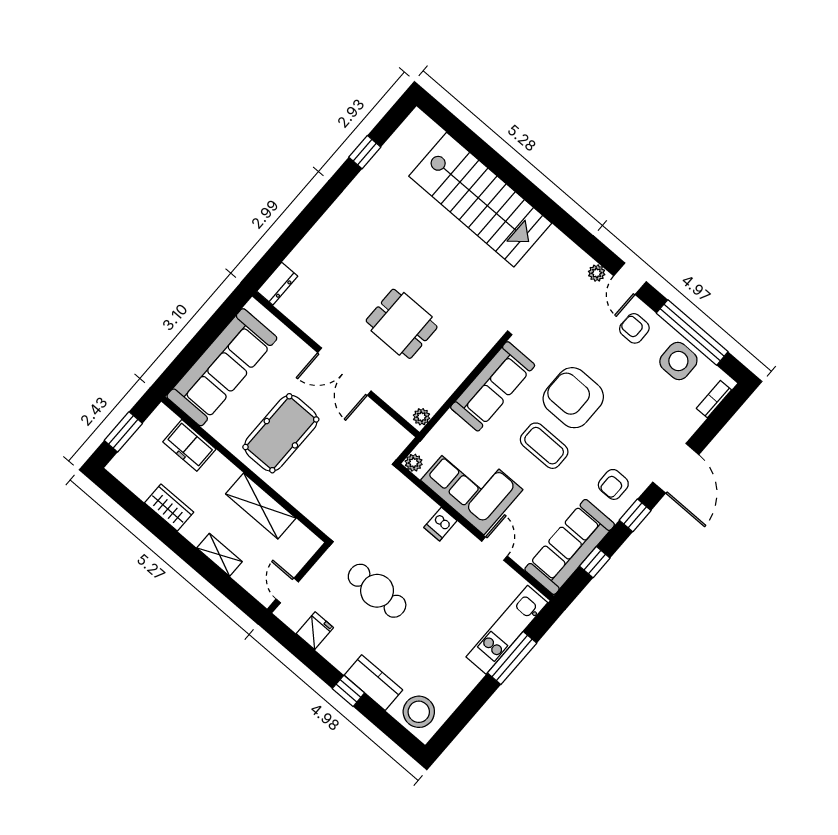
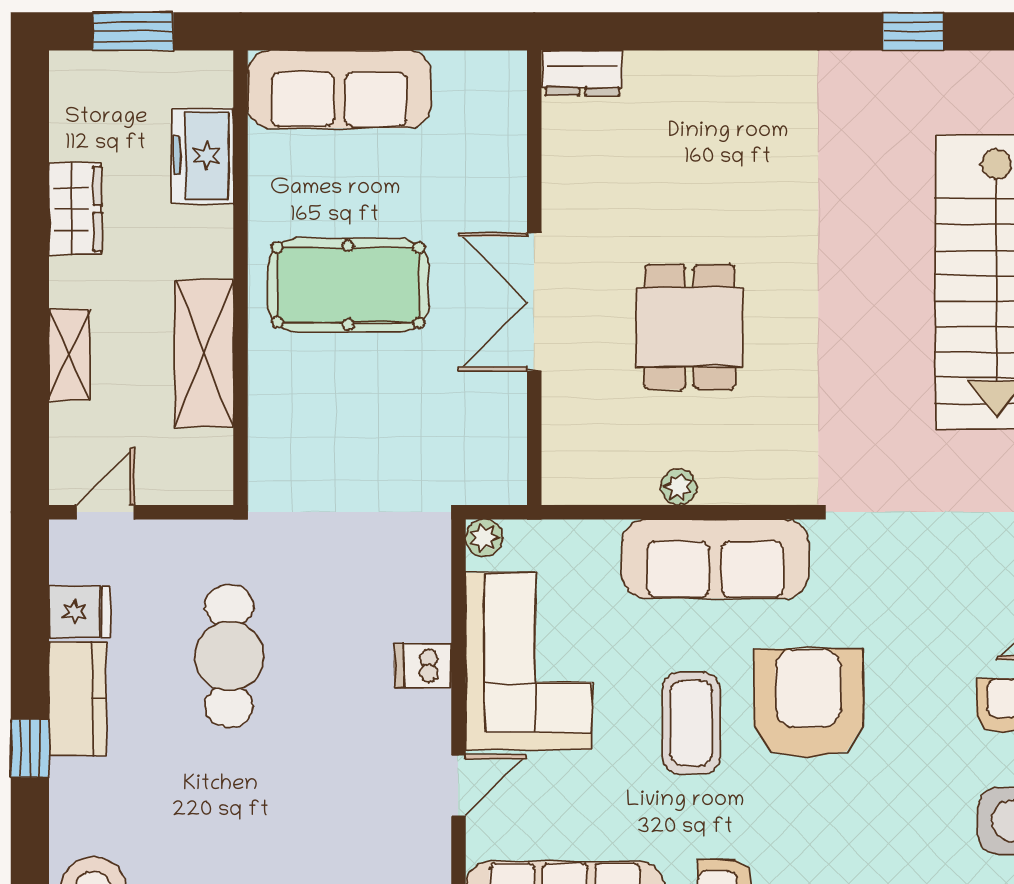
sofa: (222, 367) -> (339, 89), width x0.74, depth x0.79
plant: (422, 417) -> (679, 487), moved
kitchen counter: (373, 683) -> (77, 699), moved

